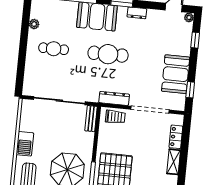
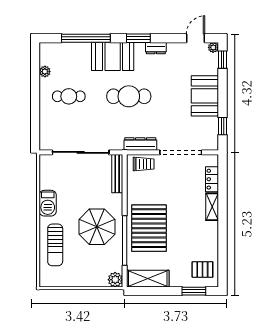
window: (195, 40) -> (222, 60), moved
booth: (176, 74) -> (205, 96), moved
bench: (91, 119) -> (117, 174), width x1.36

